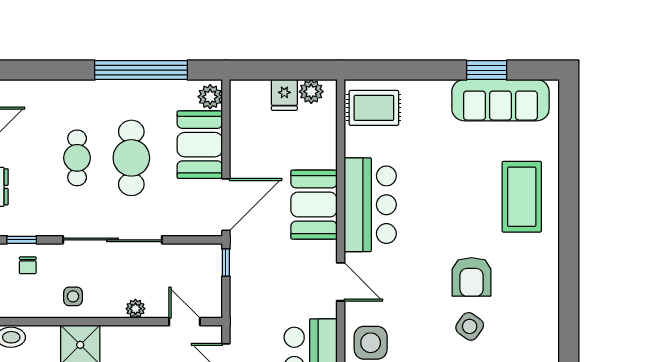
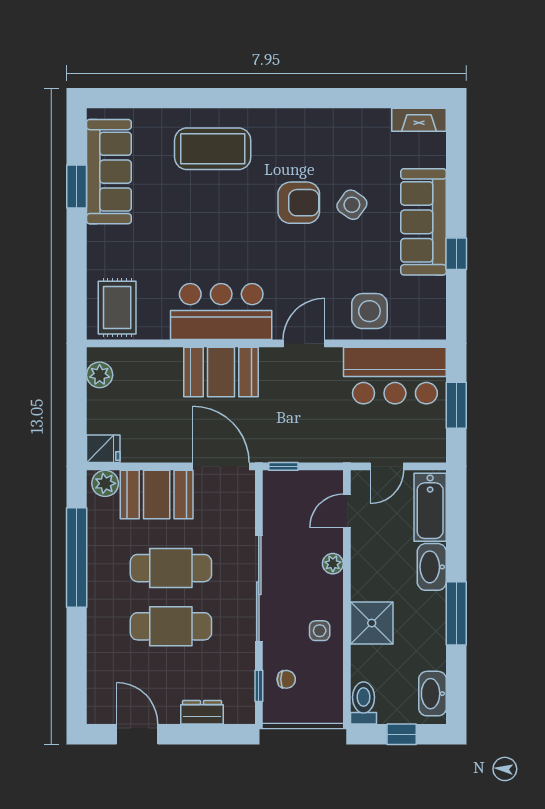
fridge: (284, 95) -> (103, 449), moved
cafe table: (77, 158) -> (171, 626), width x1.37, depth x1.35

